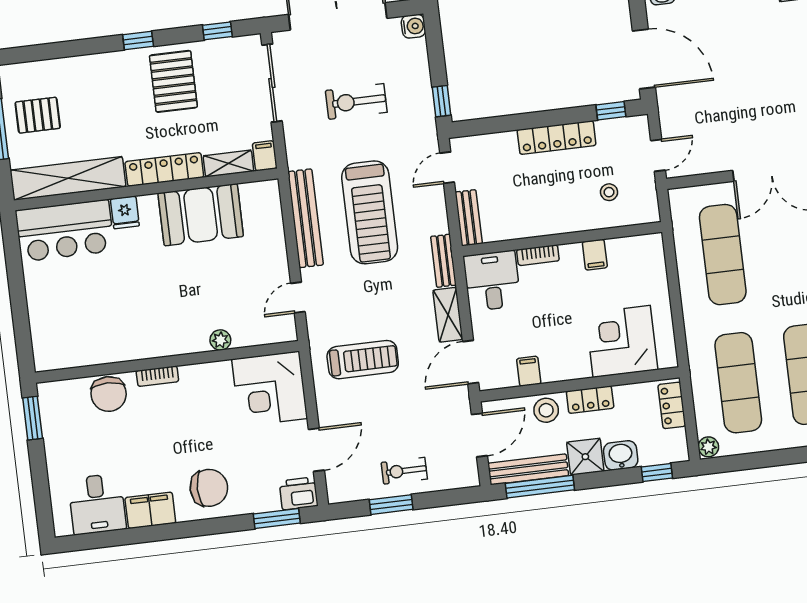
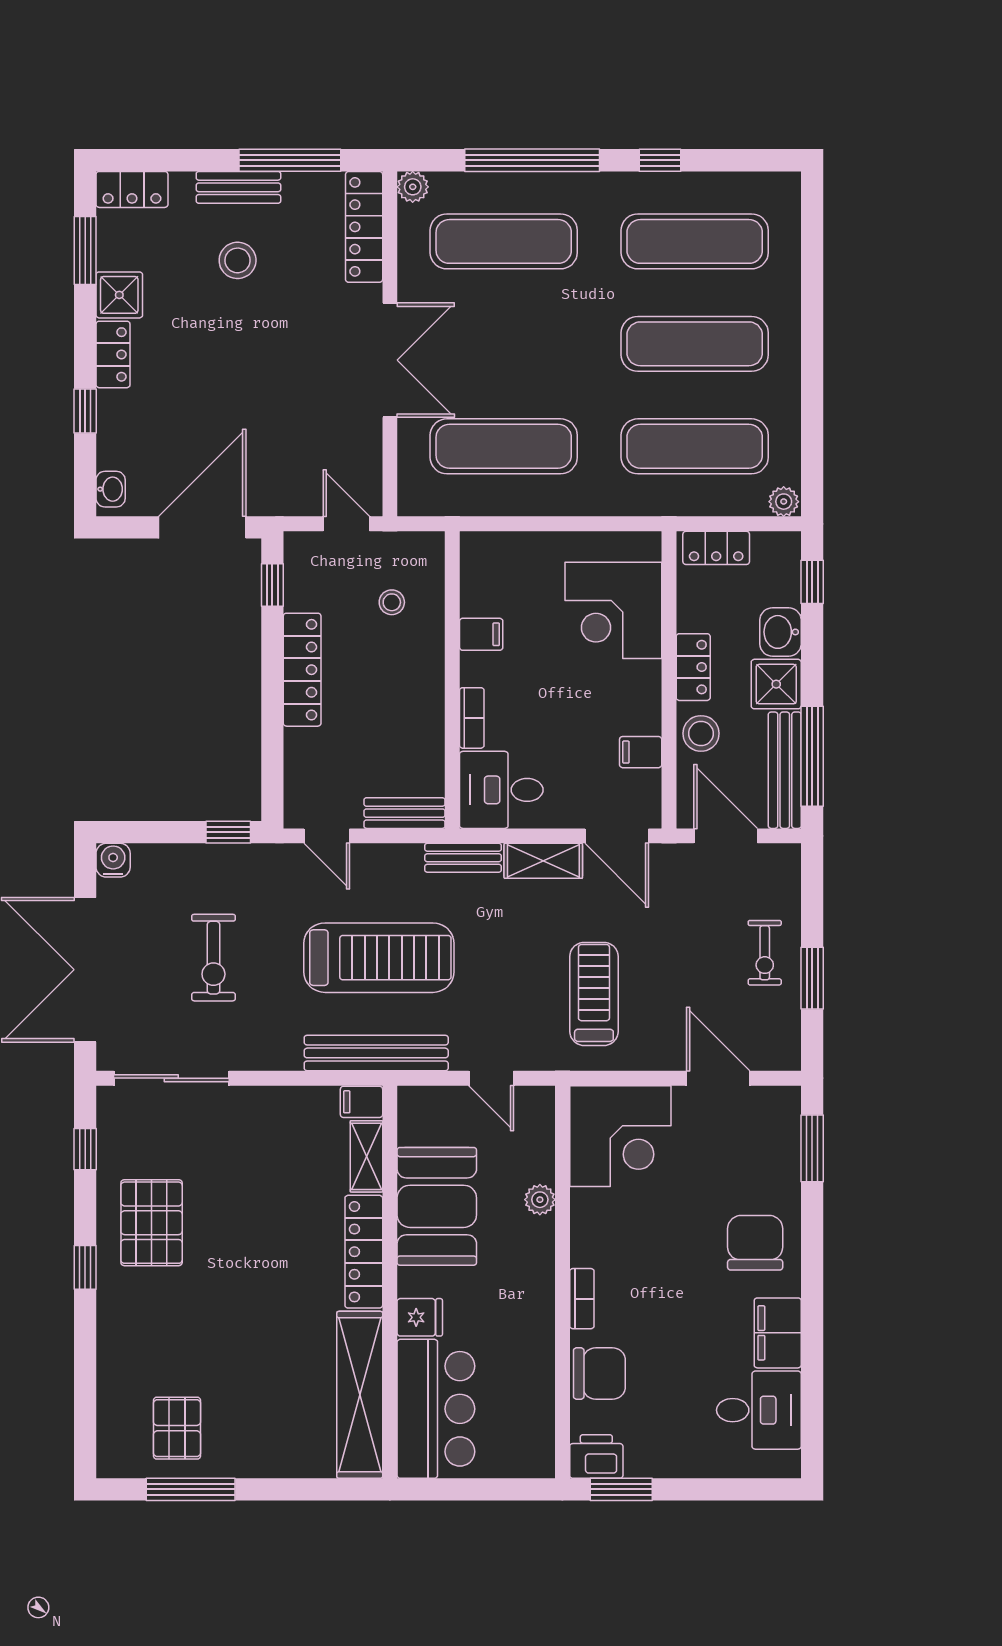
pallet: (173, 81) -> (152, 1223), turned 90
filing cabinet: (265, 156) -> (361, 1102), moved
shelving: (228, 163) -> (366, 1156), moved
locker: (164, 169) -> (364, 1252), moved
shelving: (68, 178) -> (360, 1395), moved
wall: (146, 189) -> (390, 1282), moved
fridge: (125, 212) -> (420, 1317), moved
booth: (201, 215) -> (437, 1206), moved
bar counter: (65, 231) -> (436, 1409), moved
printer: (299, 493) -> (596, 1457), moved, turned 90

